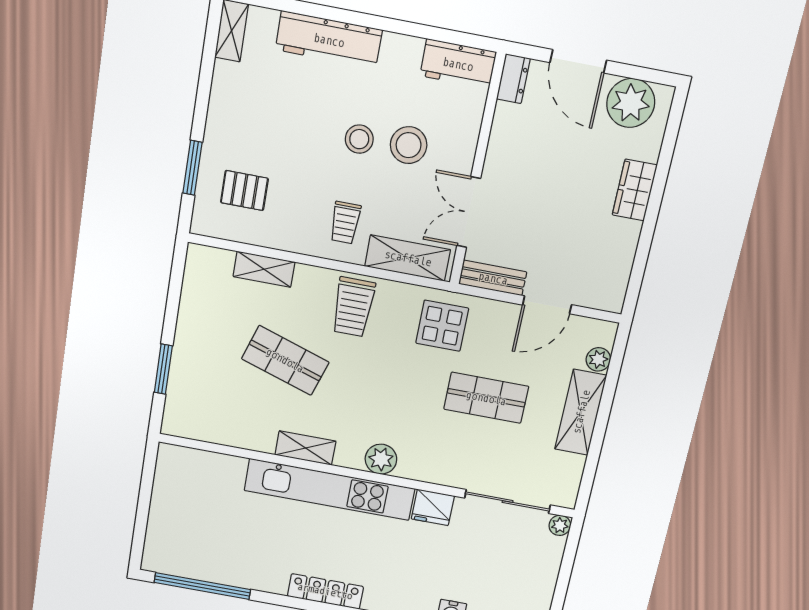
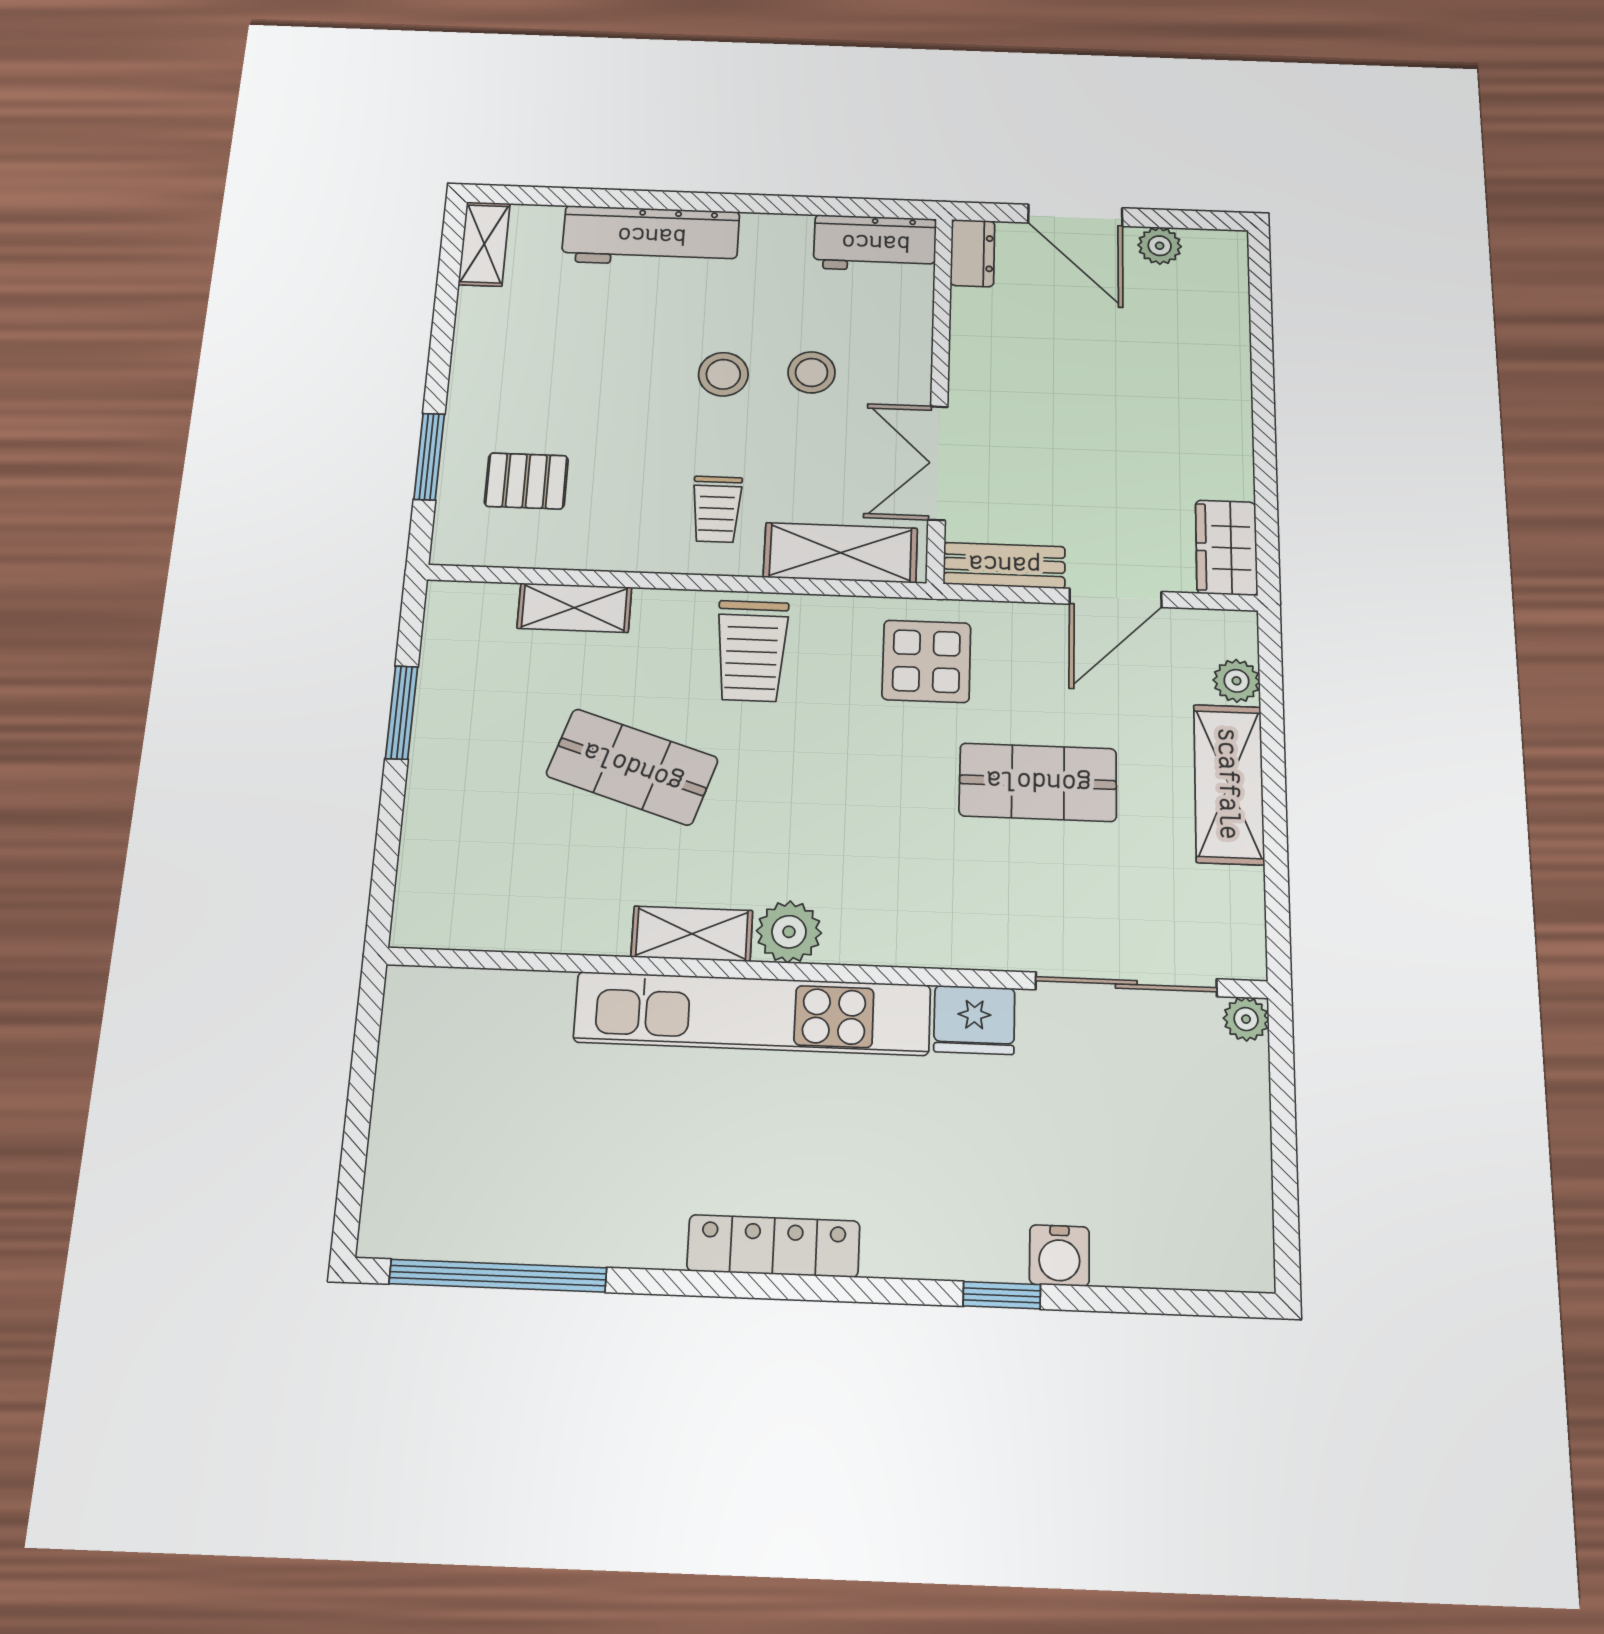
plant: (631, 103) -> (1160, 246), width x0.53, depth x0.53
stool: (409, 145) -> (812, 372), width x0.73, depth x0.73
wardrobe: (635, 190) -> (1226, 548), moved
window: (163, 369) -> (402, 712), moved
plant: (381, 459) -> (789, 932), moved

